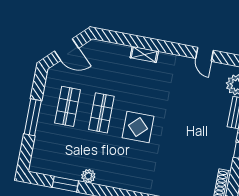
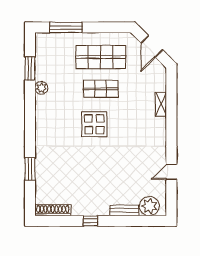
shelving: (144, 54) -> (161, 104), moved
shop shelf: (68, 106) -> (101, 57), width x1.43, depth x1.36
window: (33, 117) -> (66, 27), moved

